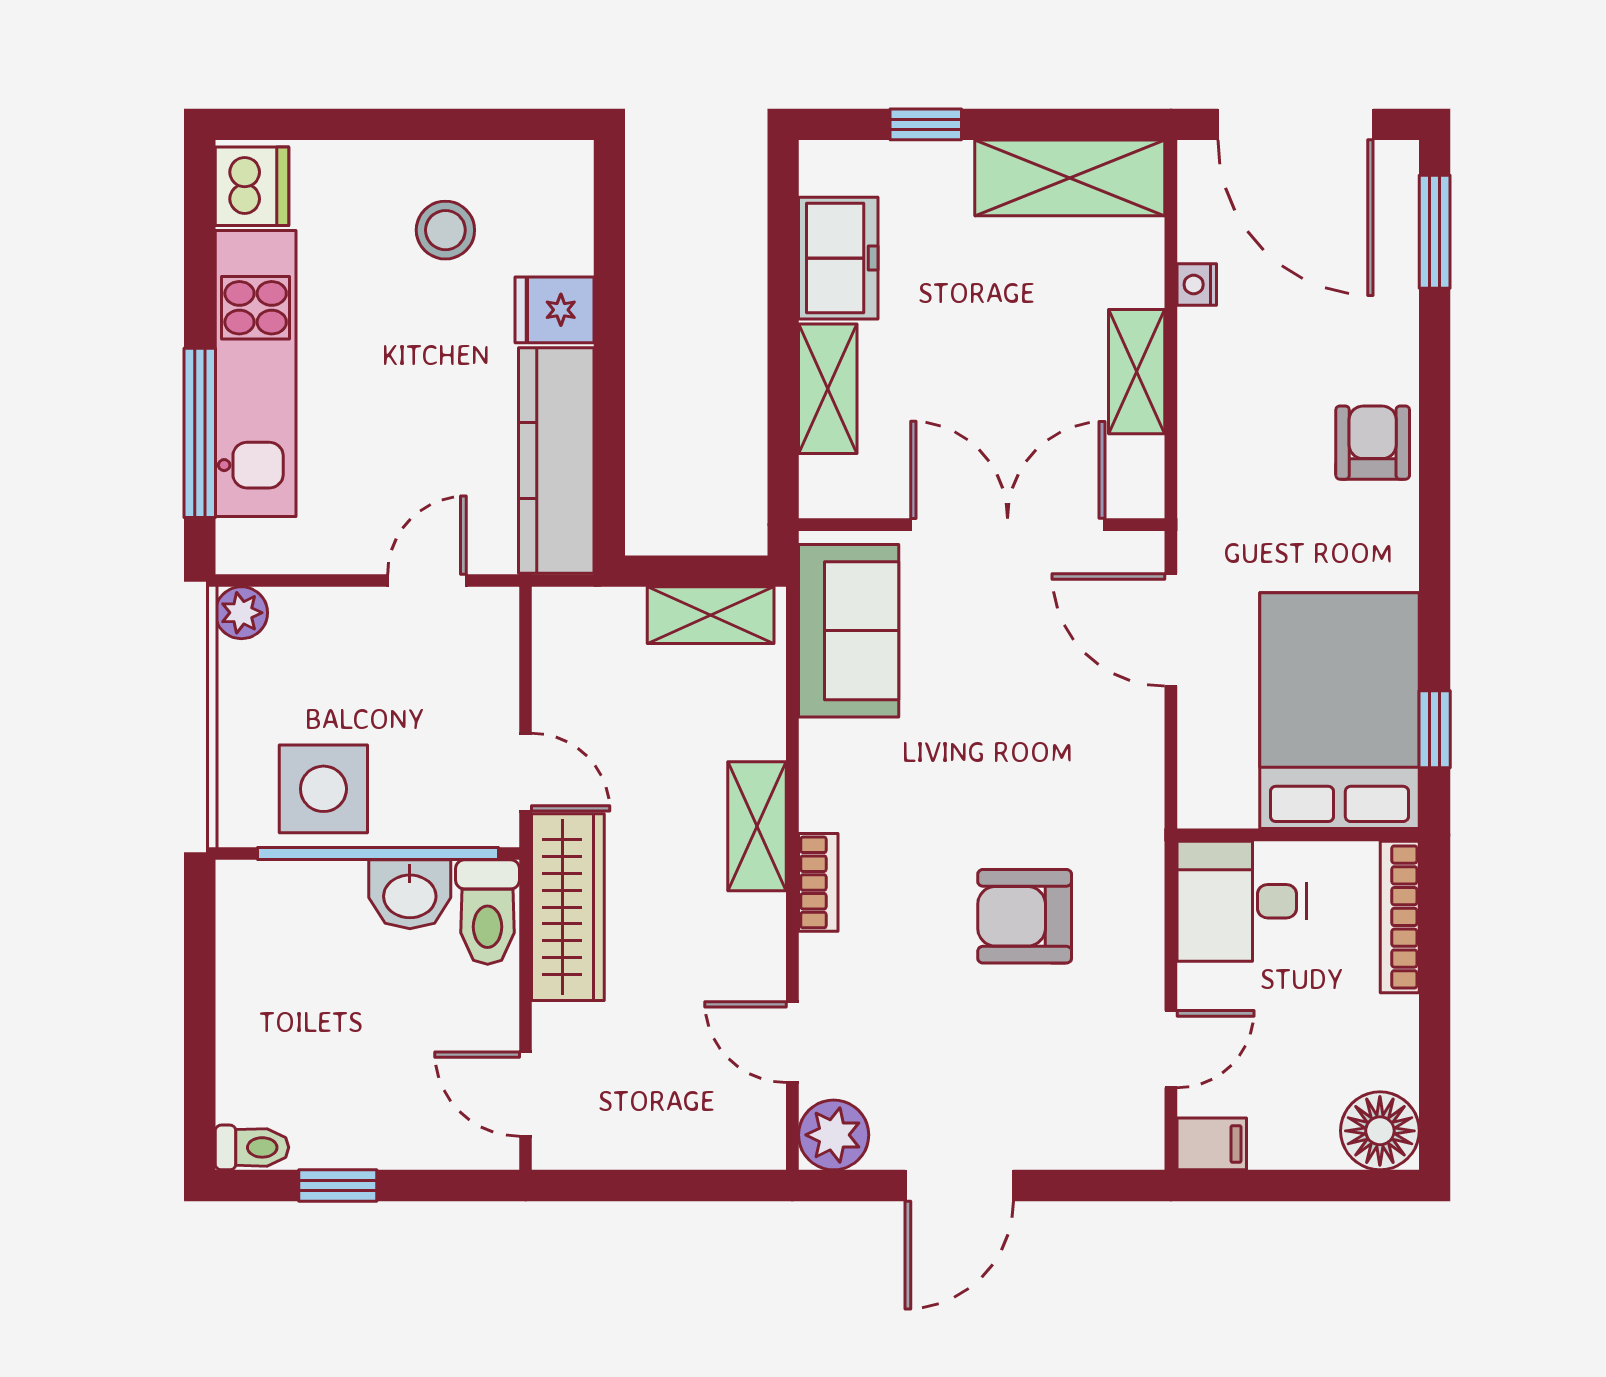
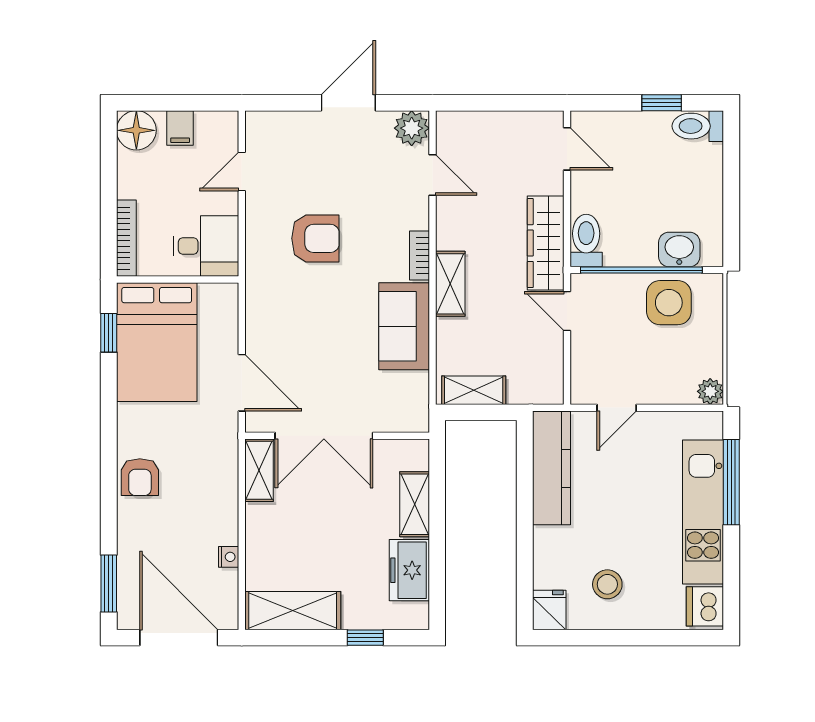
fridge: (554, 310) -> (549, 610), moved, turned -90
shelving: (1137, 372) -> (259, 470), moved
sofa: (849, 631) -> (404, 326), moved
washbasin: (410, 894) -> (679, 249), moved
filing cabinet: (1212, 1144) -> (180, 128), moved, turned -90
toilet: (252, 1147) -> (698, 126), width x1.37, depth x1.39

